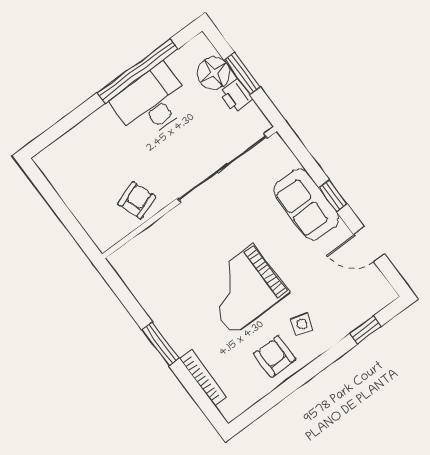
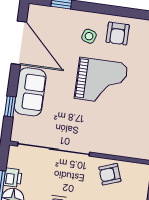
window: (333, 196) -> (10, 106), moved
door: (369, 244) -> (19, 43), width x1.88

